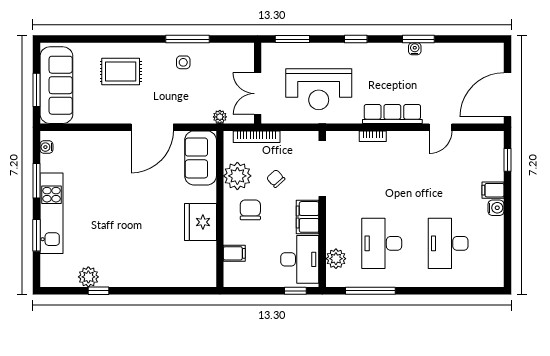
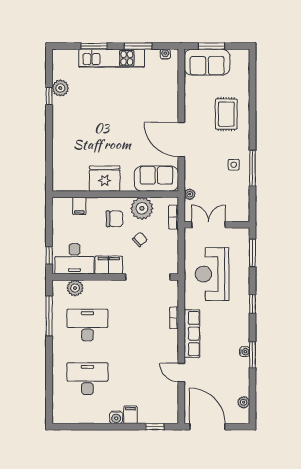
plant: (477, 50) -> (244, 402), added
sofa: (56, 85) -> (207, 62), width x0.73
bookcase: (257, 137) -> (174, 217), width x0.64

